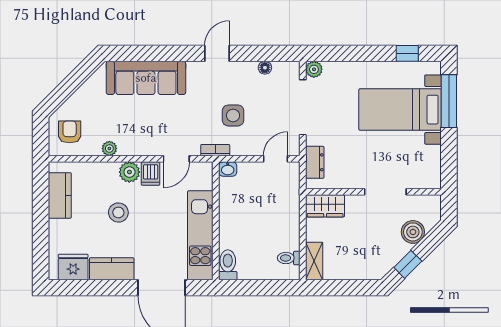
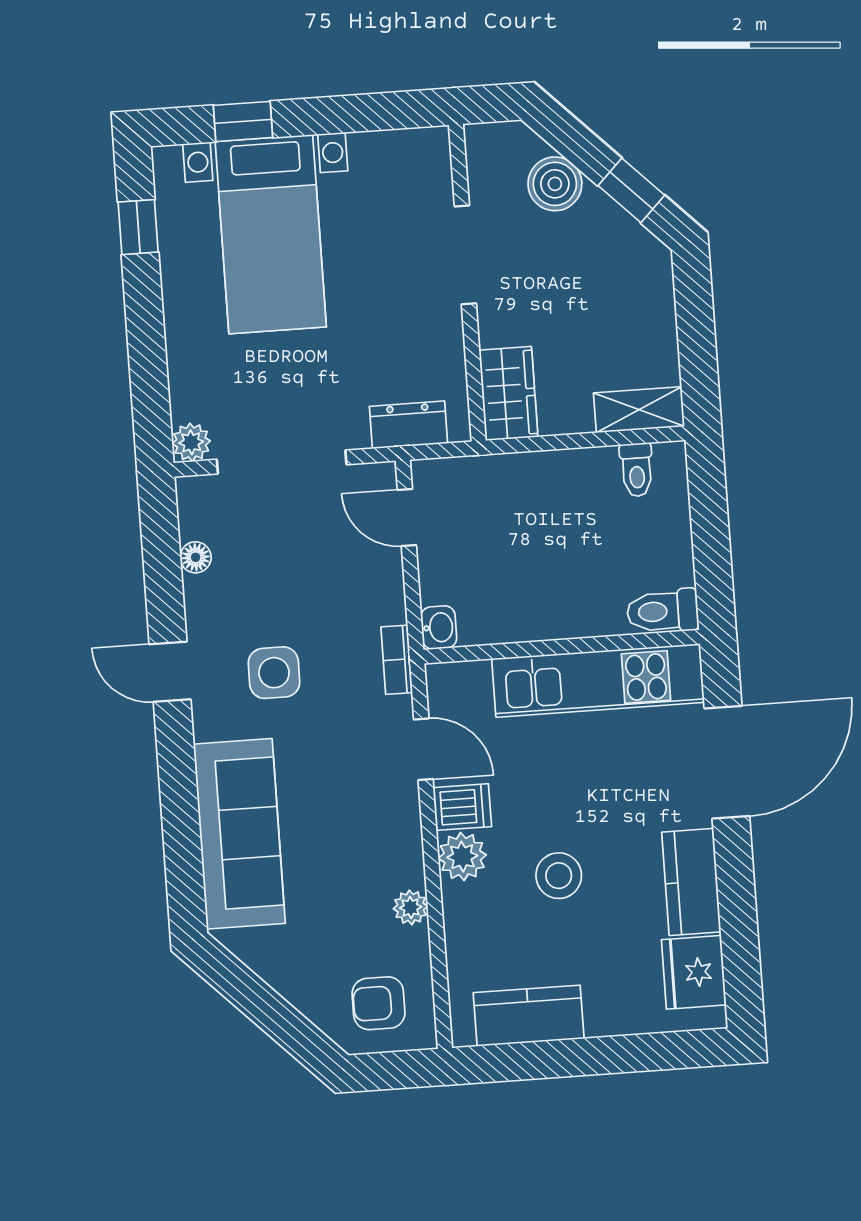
window: (449, 101) -> (243, 121), width x0.46
side table: (233, 115) -> (274, 673), moved

